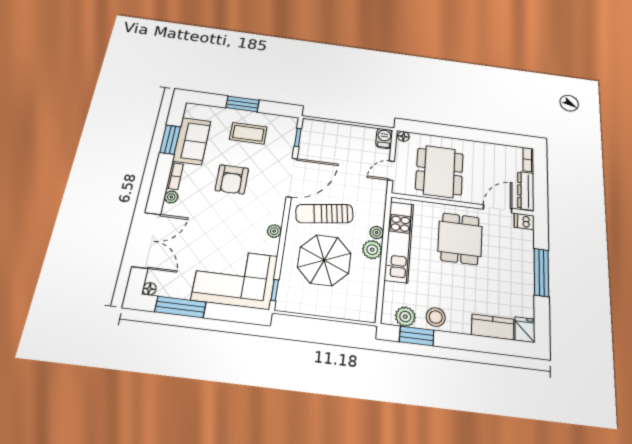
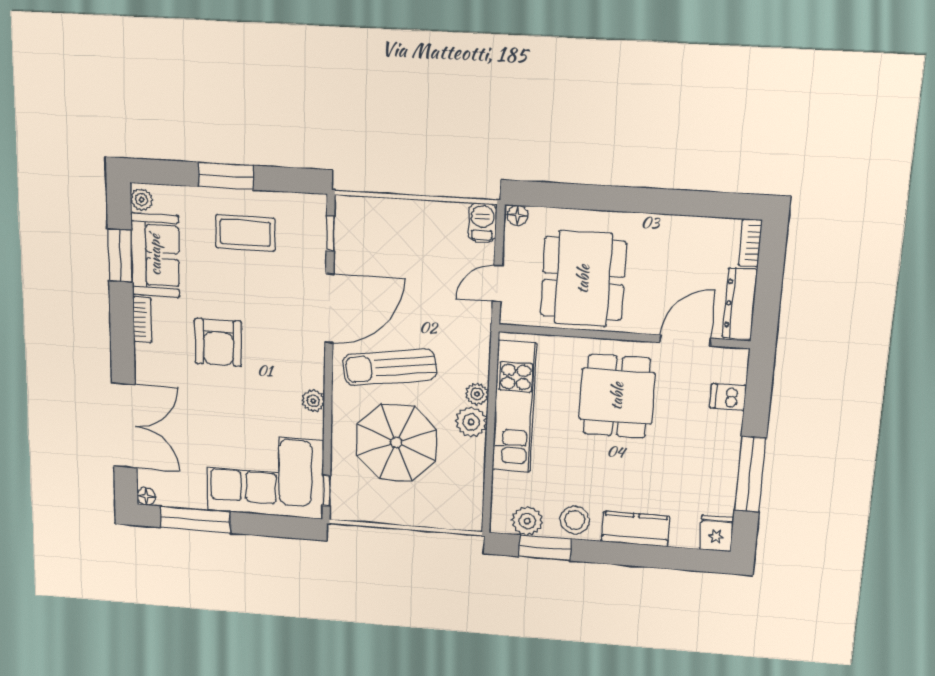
armchair: (232, 179) -> (218, 342), moved
plant: (171, 197) -> (142, 200), moved
dishwasher: (524, 221) -> (728, 397), moved
window: (541, 272) -> (750, 474), moved
kitchen counter: (493, 327) -> (635, 529), moved

